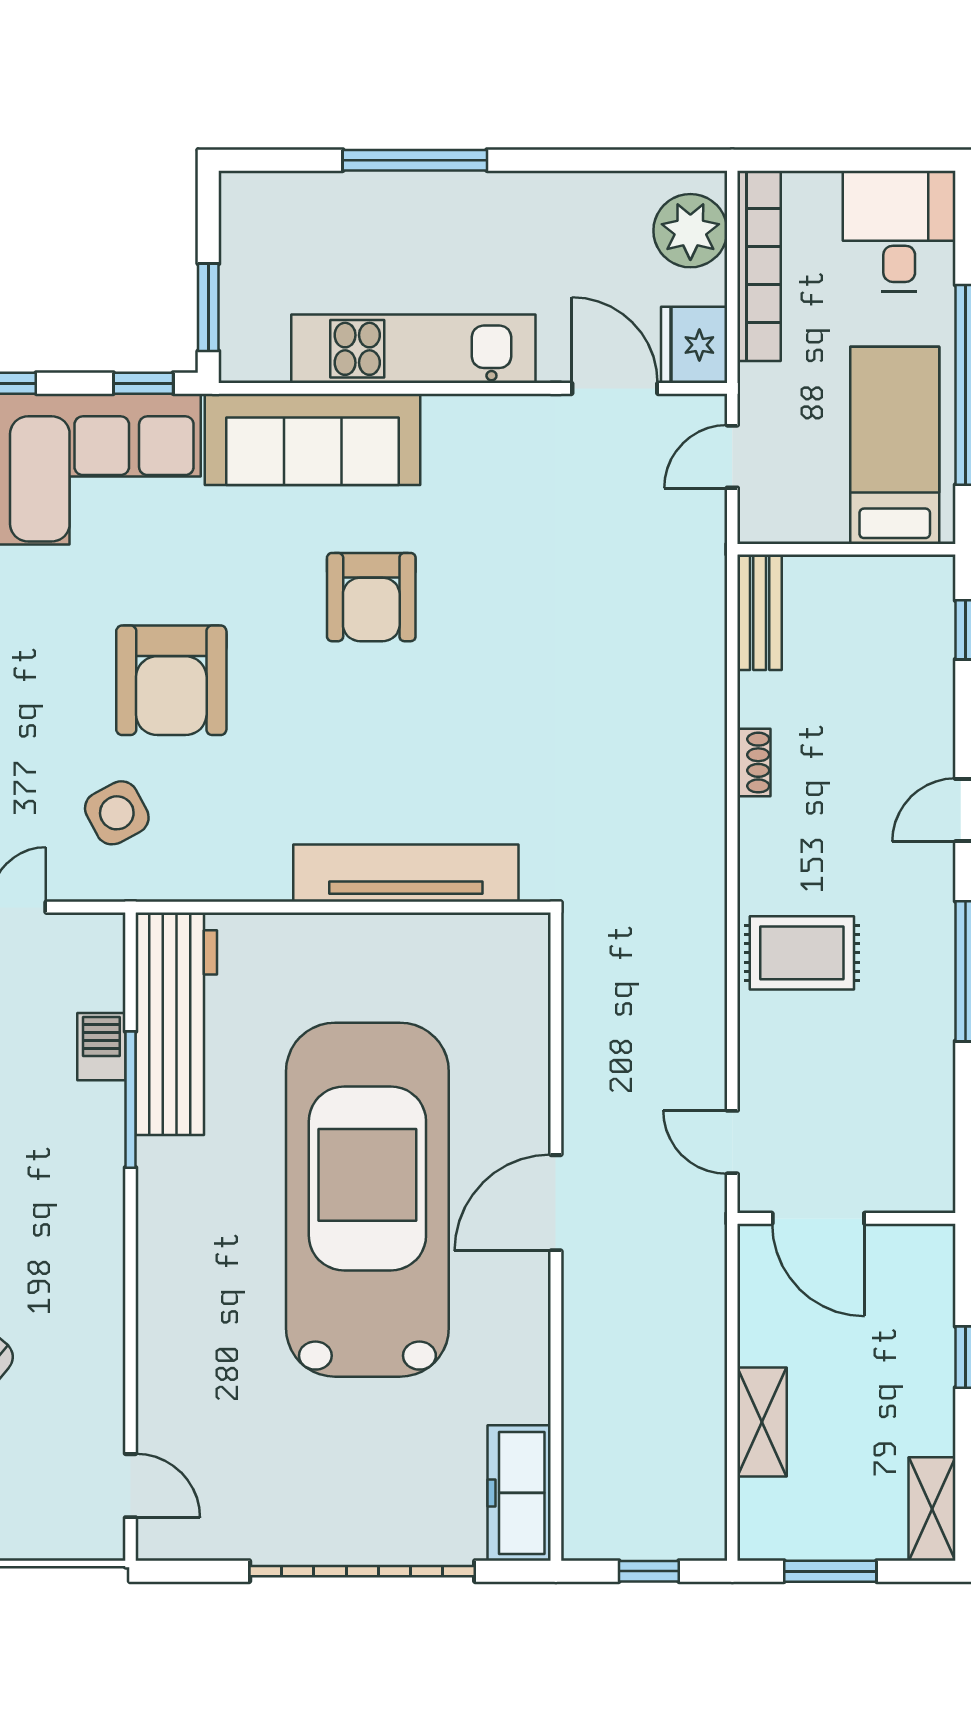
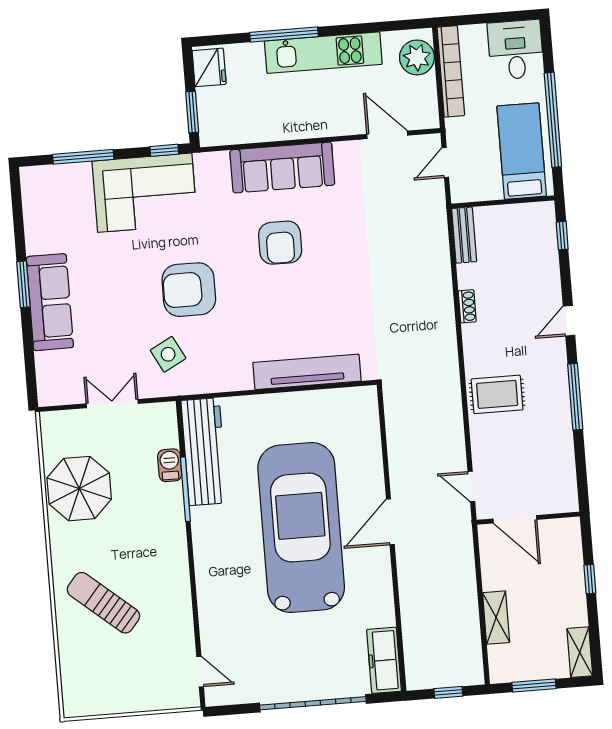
fridge: (694, 345) -> (209, 67), moved, turned 180
kitchen unit: (413, 349) -> (323, 53), moved, turned 180
sofa: (313, 439) -> (282, 167), moved
armchair: (171, 680) -> (189, 290), turned 90

